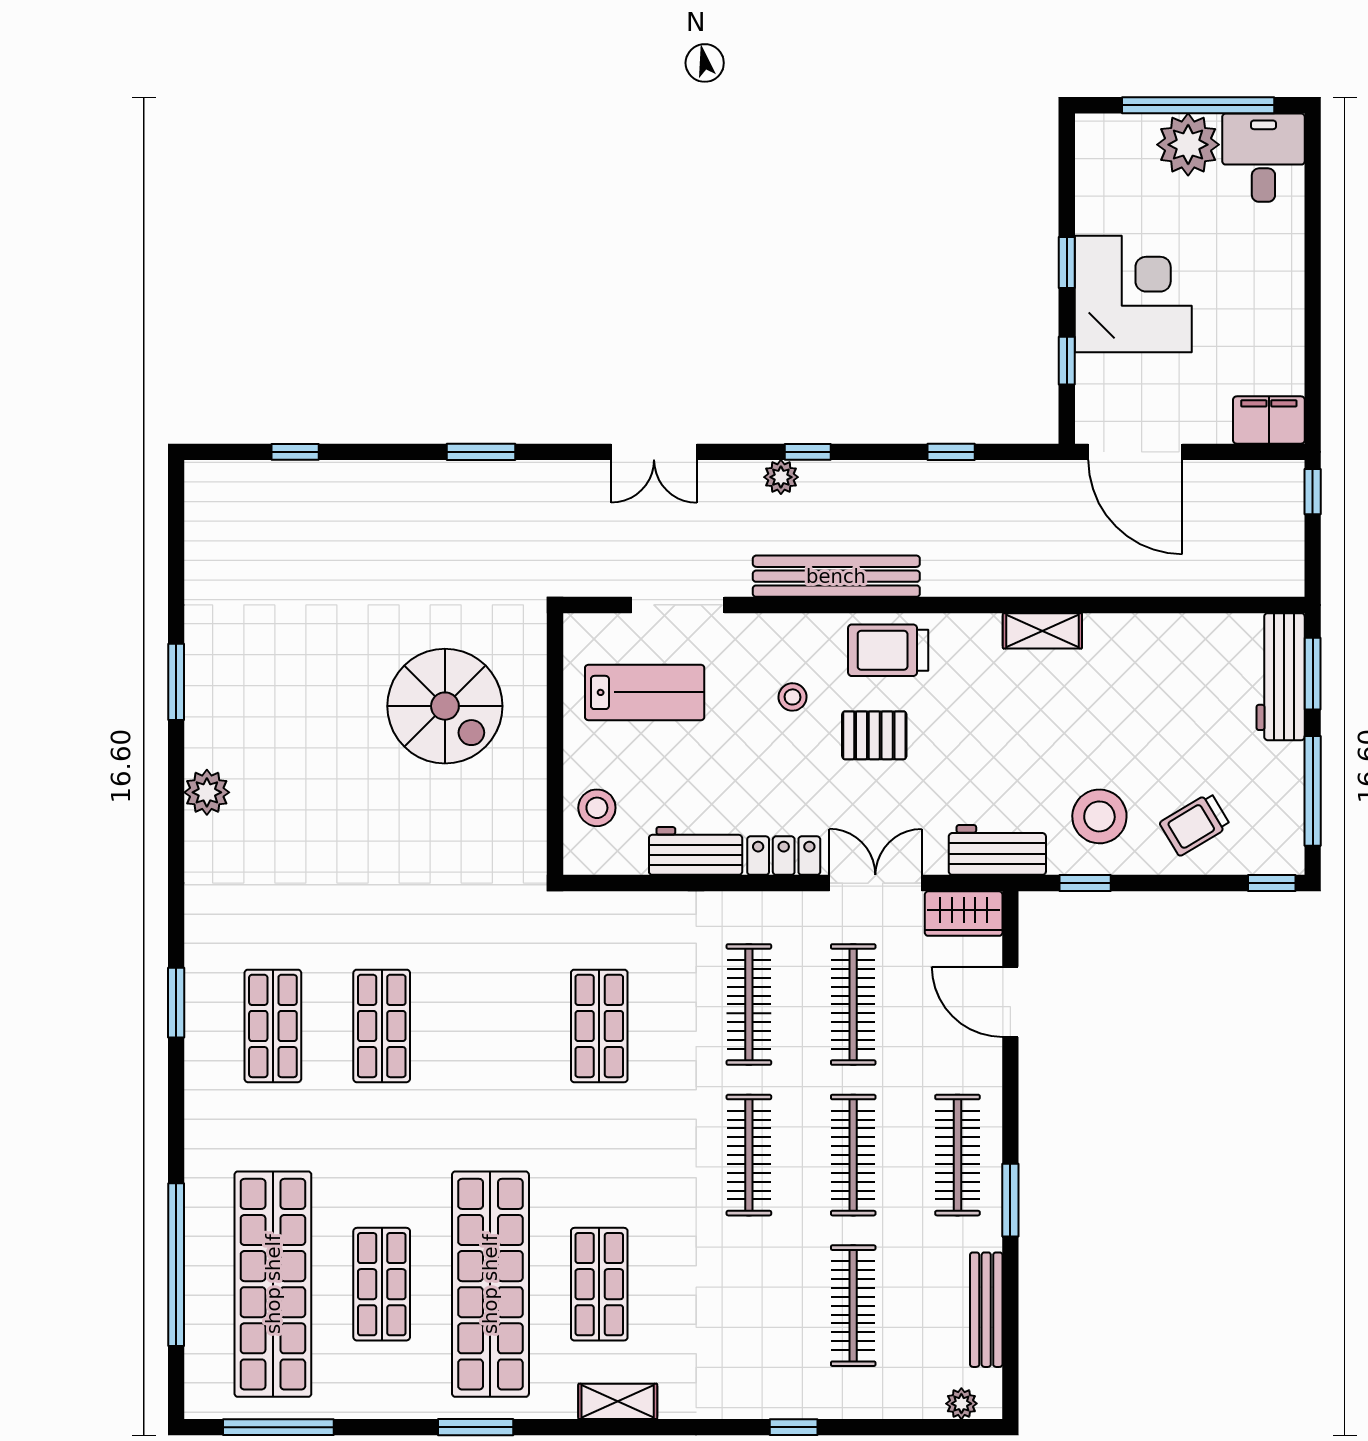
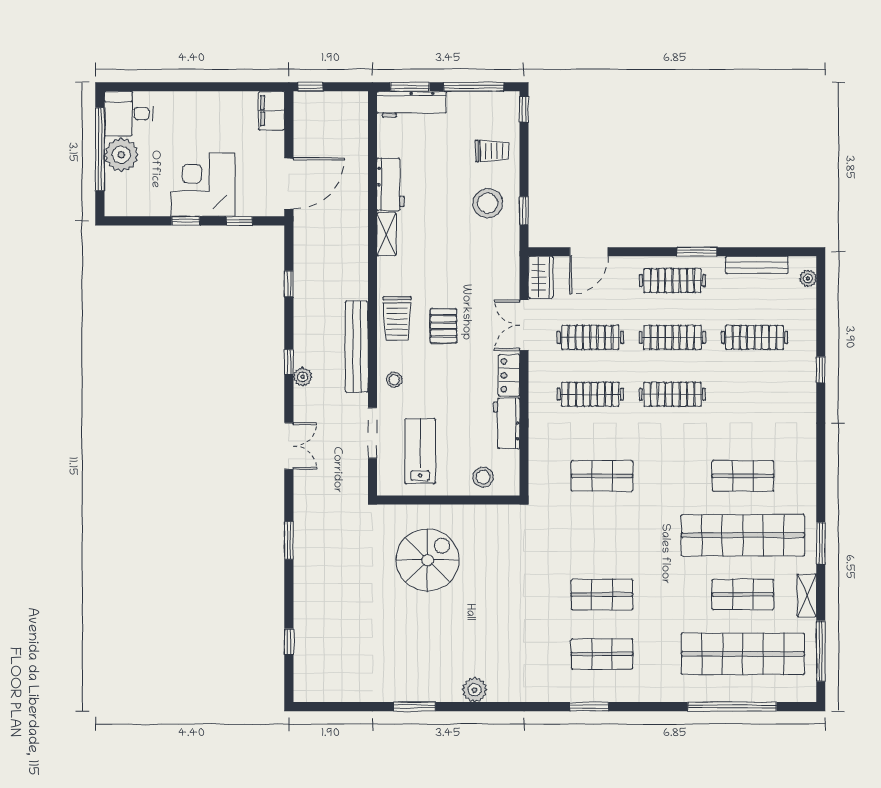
stool: (792, 697) -> (394, 380), moved
trolley: (1195, 824) -> (492, 151), turned -59
workbench: (997, 850) -> (390, 184), moved, turned 180
shelving: (618, 1401) -> (807, 595), moved

